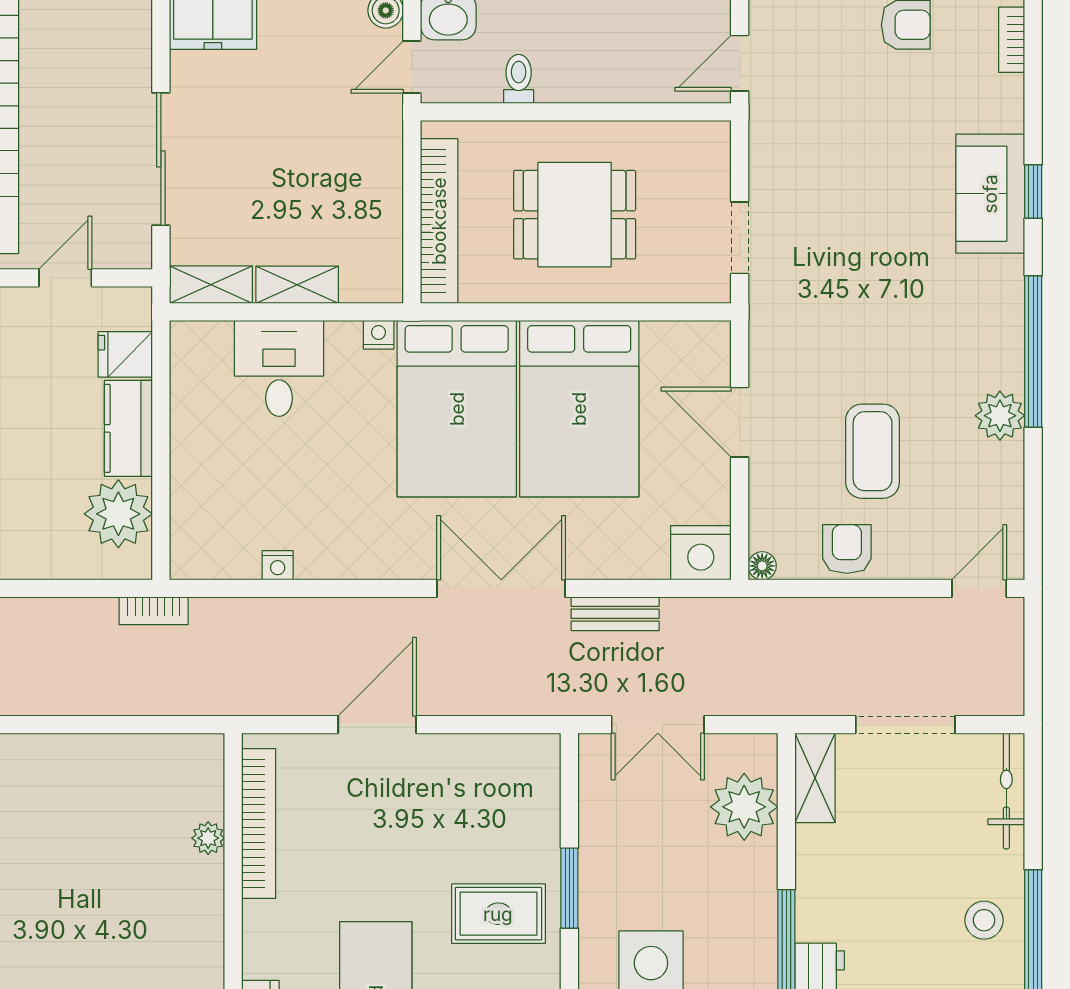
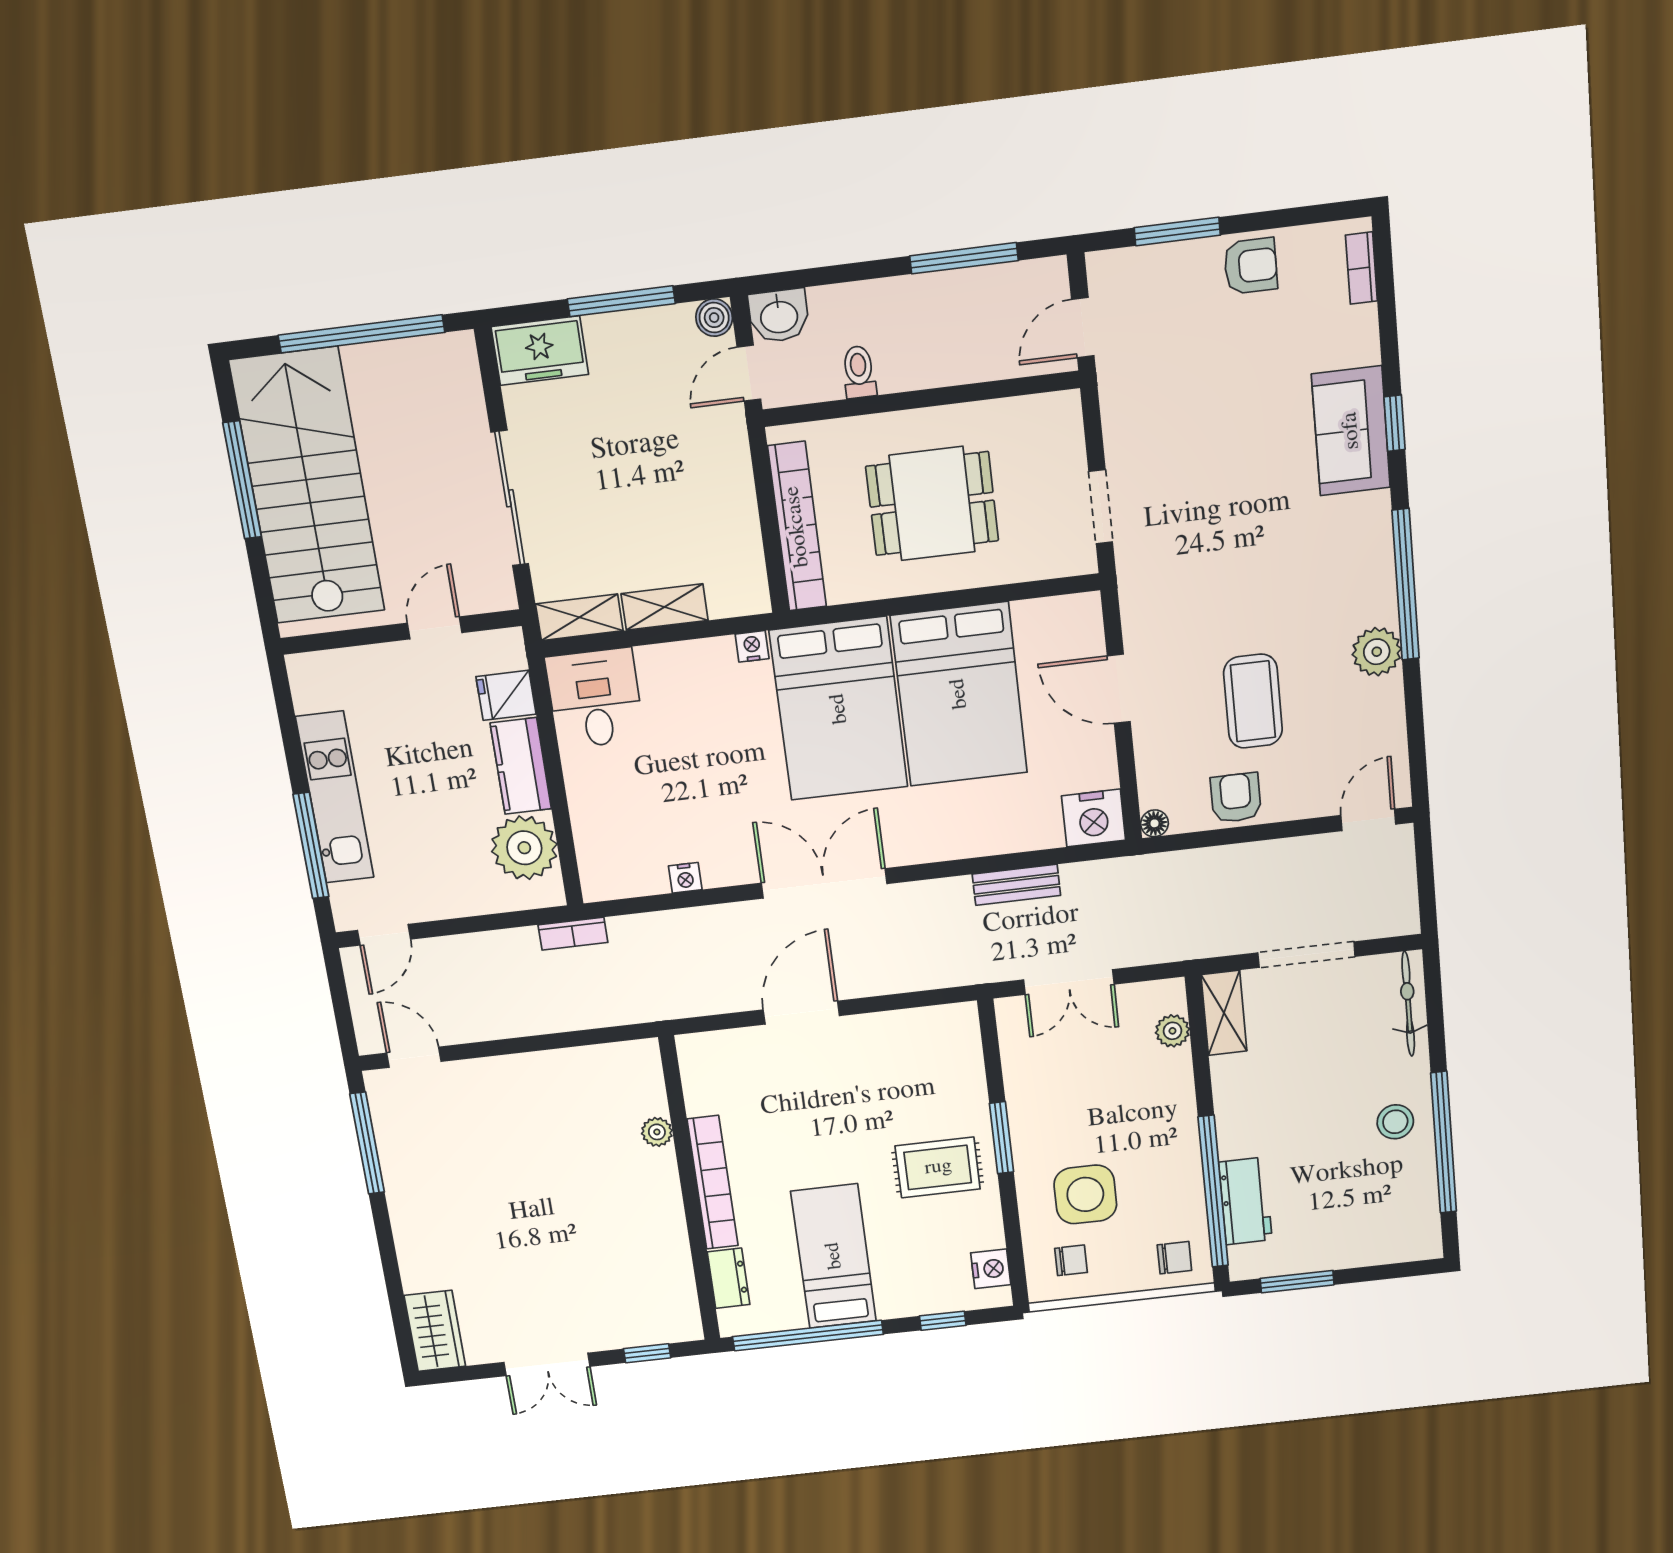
desk: (279, 368) -> (595, 698), moved
double door: (501, 588) -> (824, 883), moved
plant: (744, 807) -> (1172, 1031), width x0.53, depth x0.53
bookcase: (259, 823) -> (713, 1183), moved

